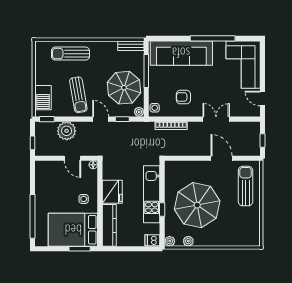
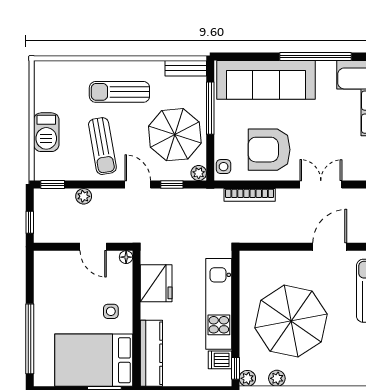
sun lounger: (70, 54) -> (119, 92), moved
armchair: (183, 97) -> (269, 150), width x1.88, depth x1.88
barbecue: (43, 98) -> (46, 132), moved
plant: (67, 131) -> (84, 196), width x0.53, depth x0.53
door: (222, 158) -> (330, 247), hinge flipped
fridge: (112, 192) -> (156, 283), moved
window: (162, 209) -> (235, 368), moved
dishwasher: (152, 240) -> (220, 360), moved

